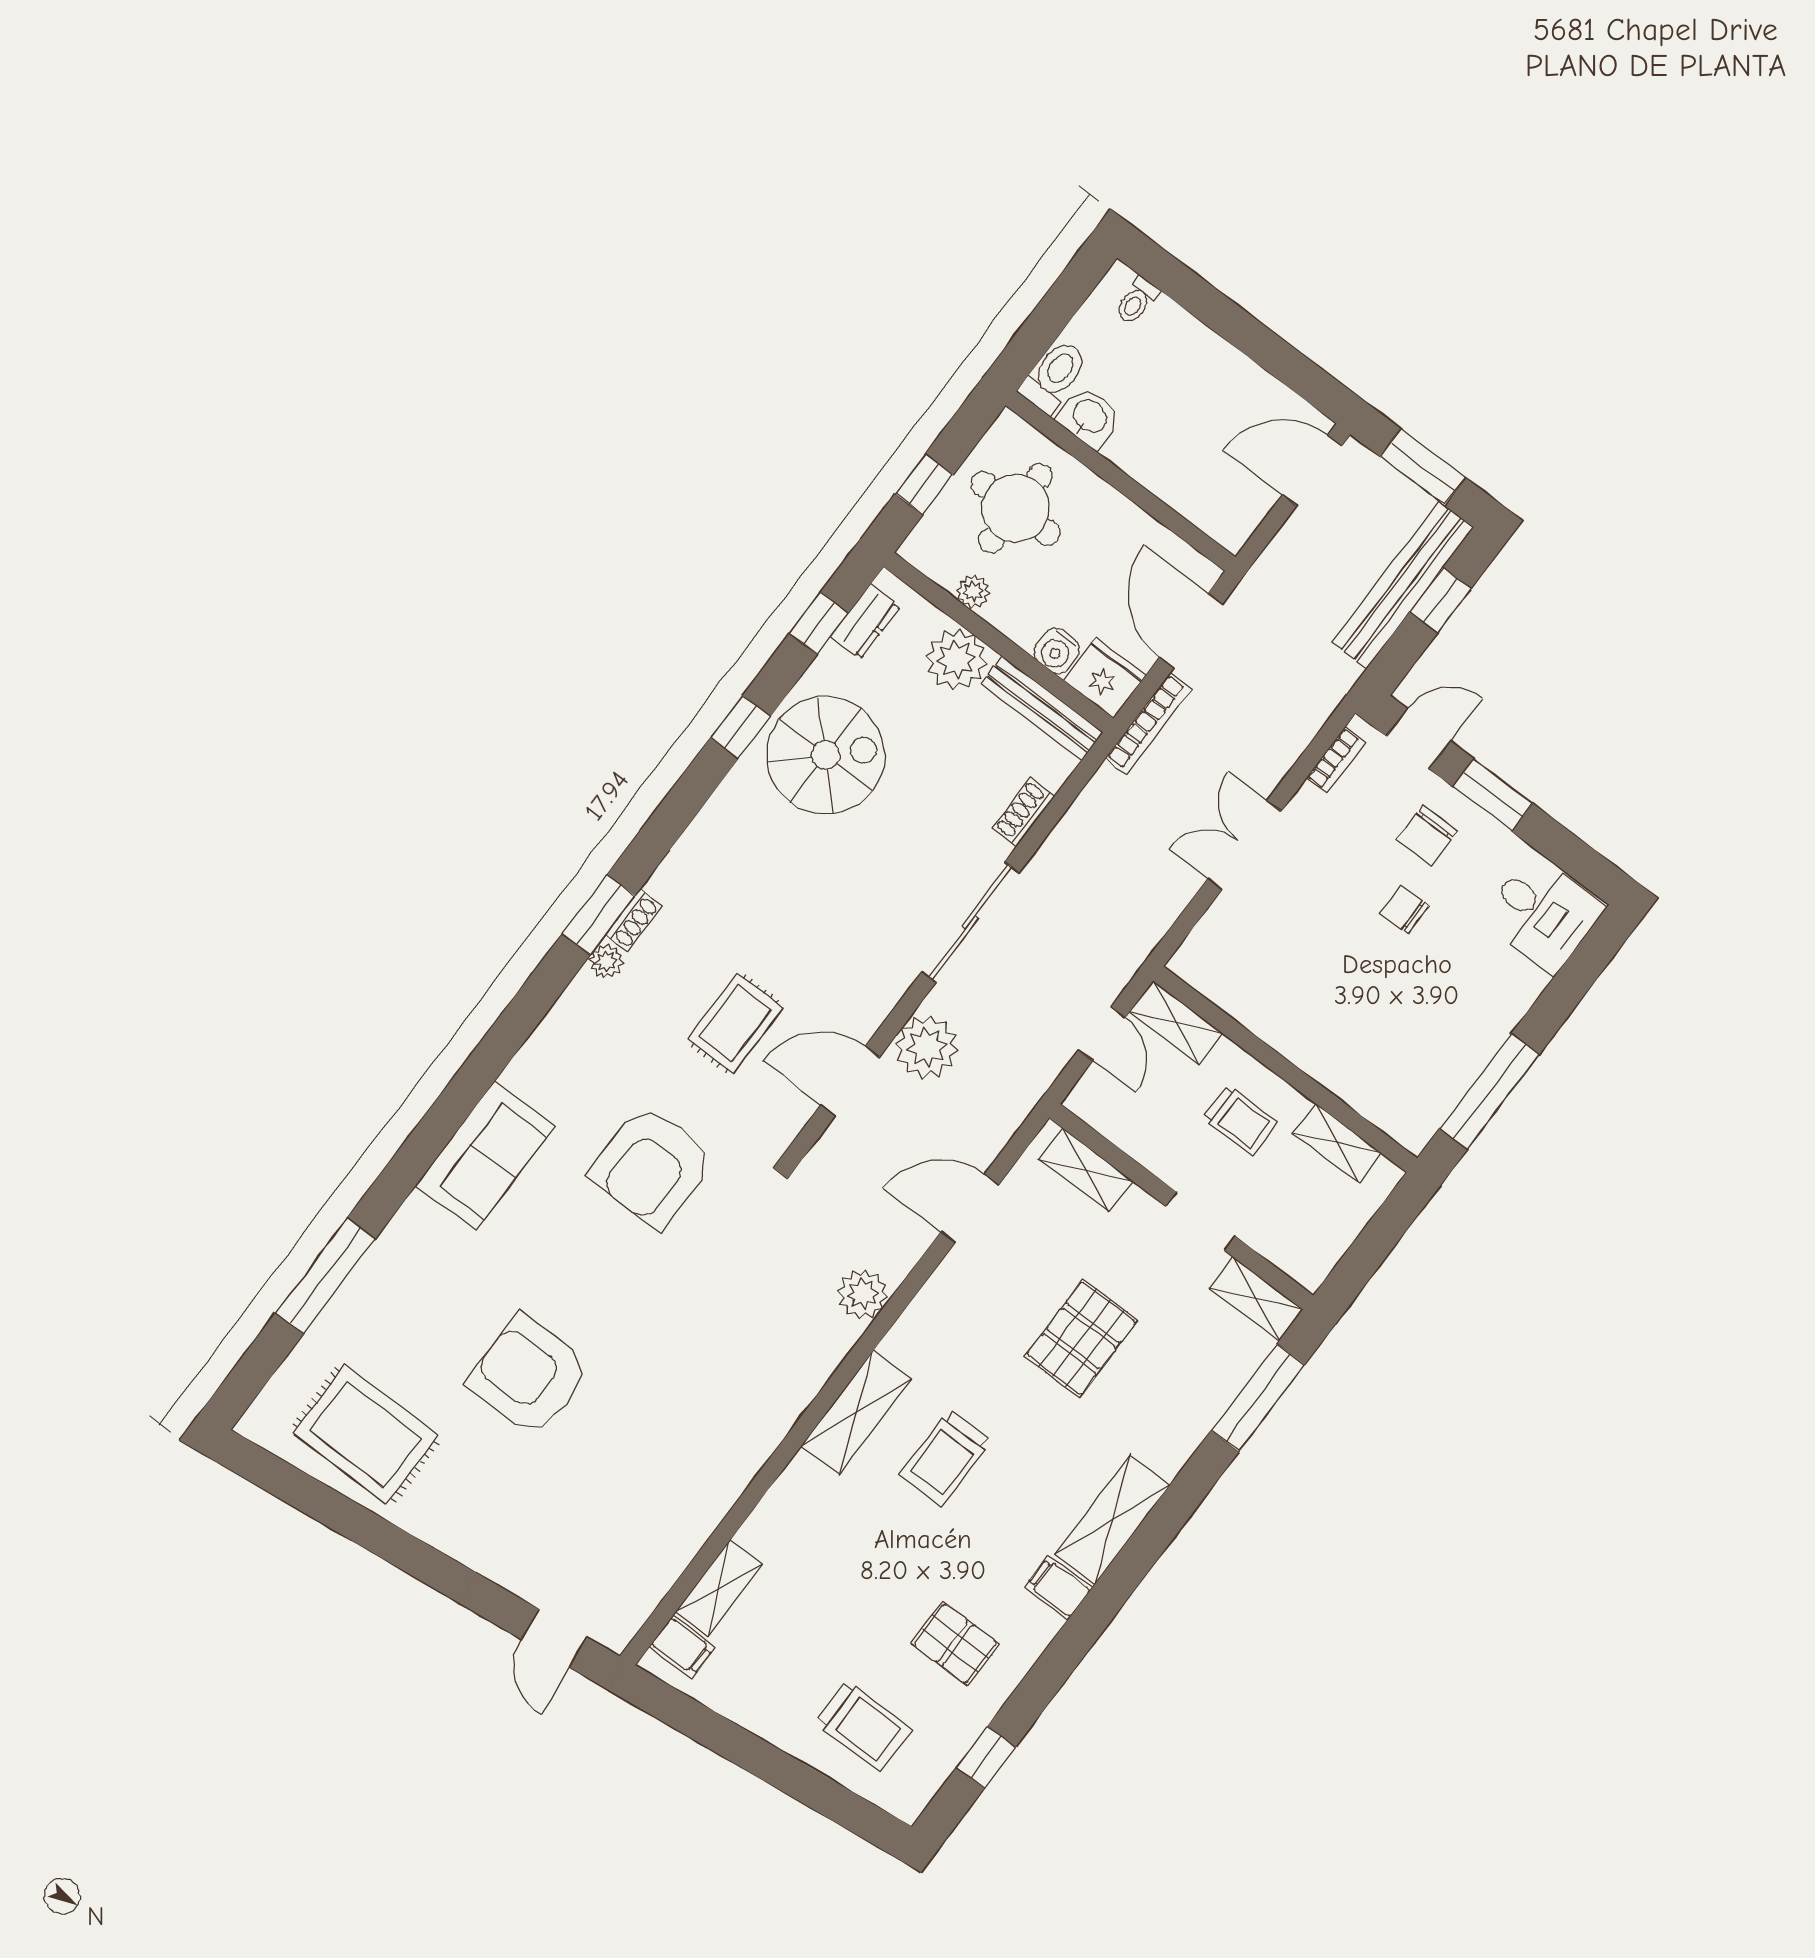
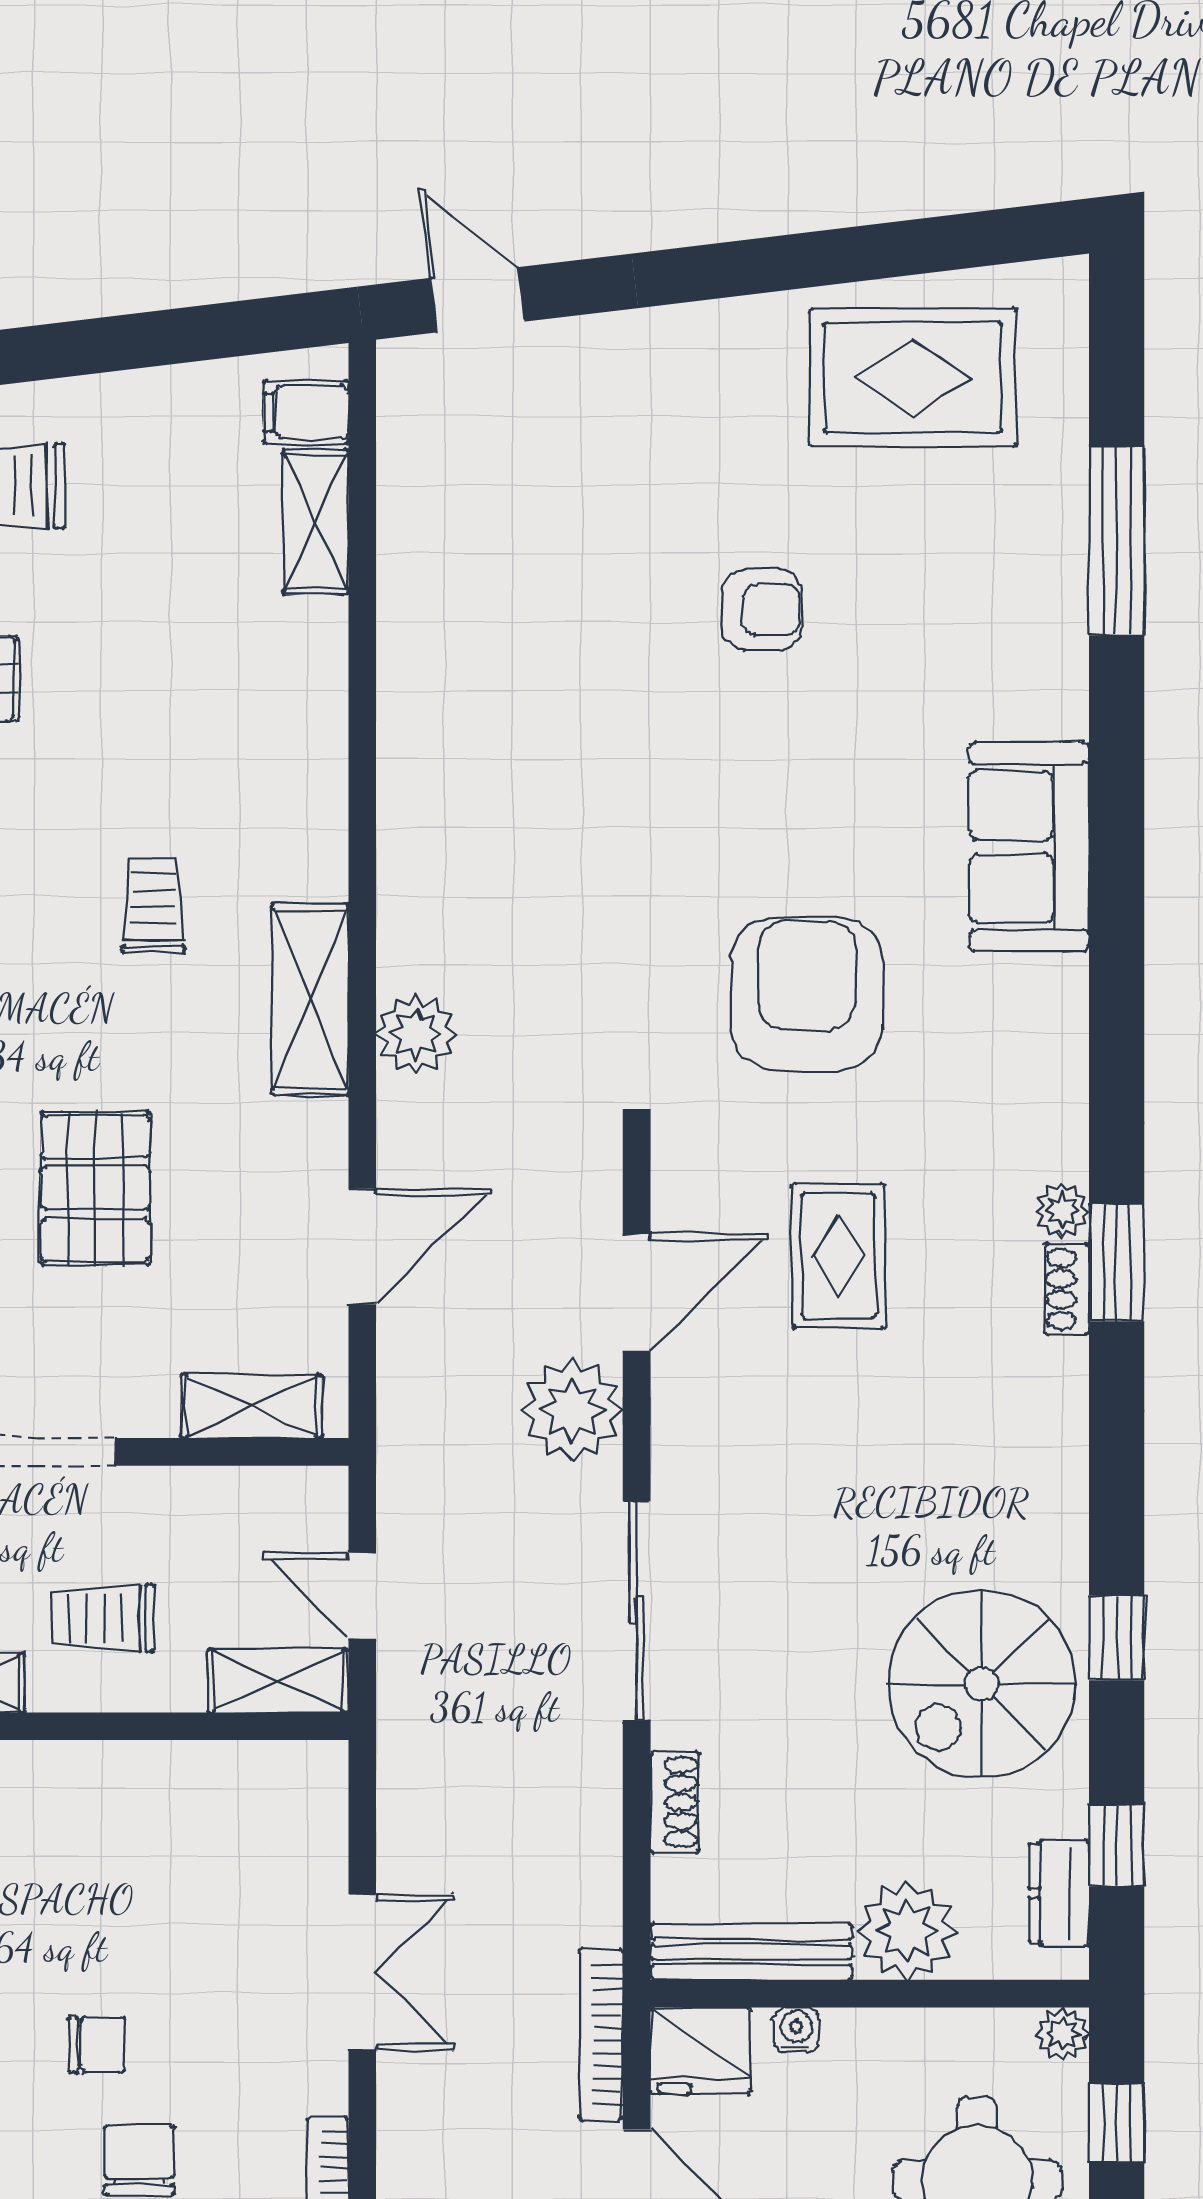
plant: (973, 592) -> (1062, 2034), moved
water cooler: (1057, 651) -> (796, 2030), width x0.72, depth x0.72
armchair: (529, 1376) -> (762, 610), width x0.53, depth x0.53
shelving: (856, 1413) -> (310, 999), moved
trolley: (945, 1458) -> (153, 905), width x0.73, depth x0.72

